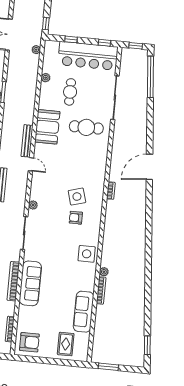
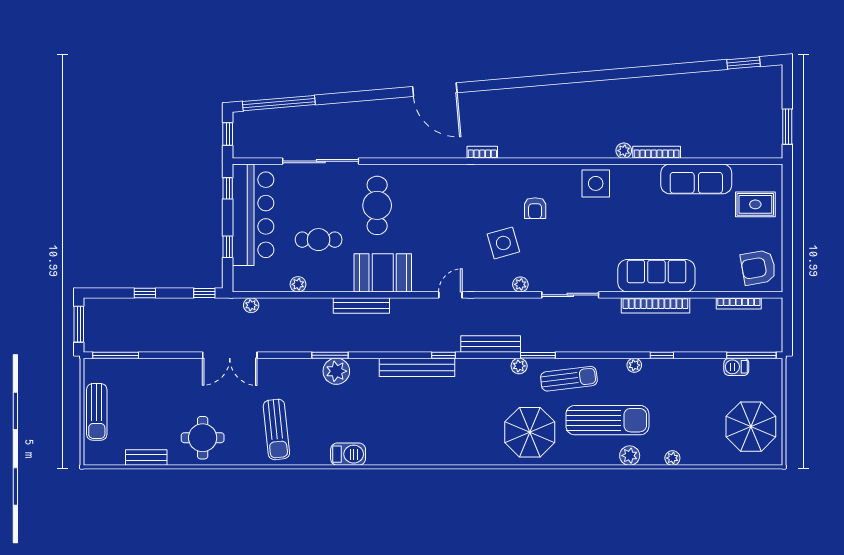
bench: (27, 141) -> (361, 306), moved
side table: (77, 197) -> (503, 243), moved
armchair: (29, 342) -> (758, 267), turned -100

